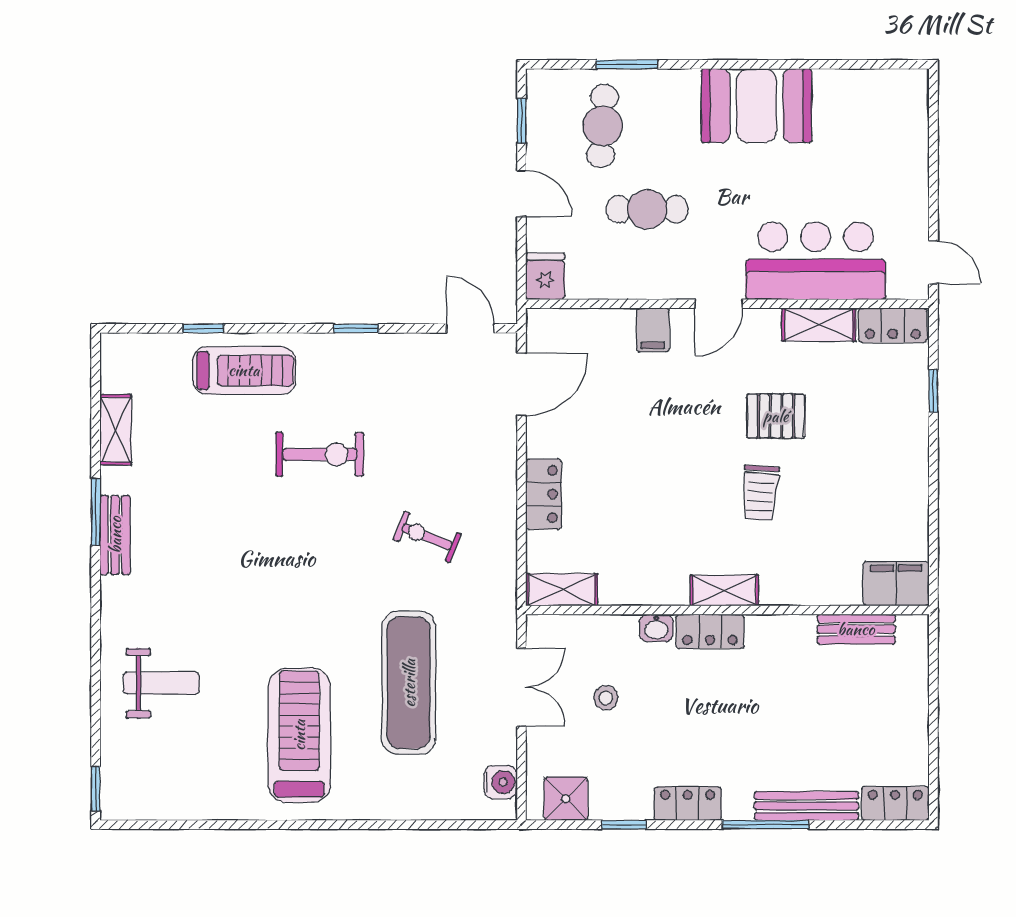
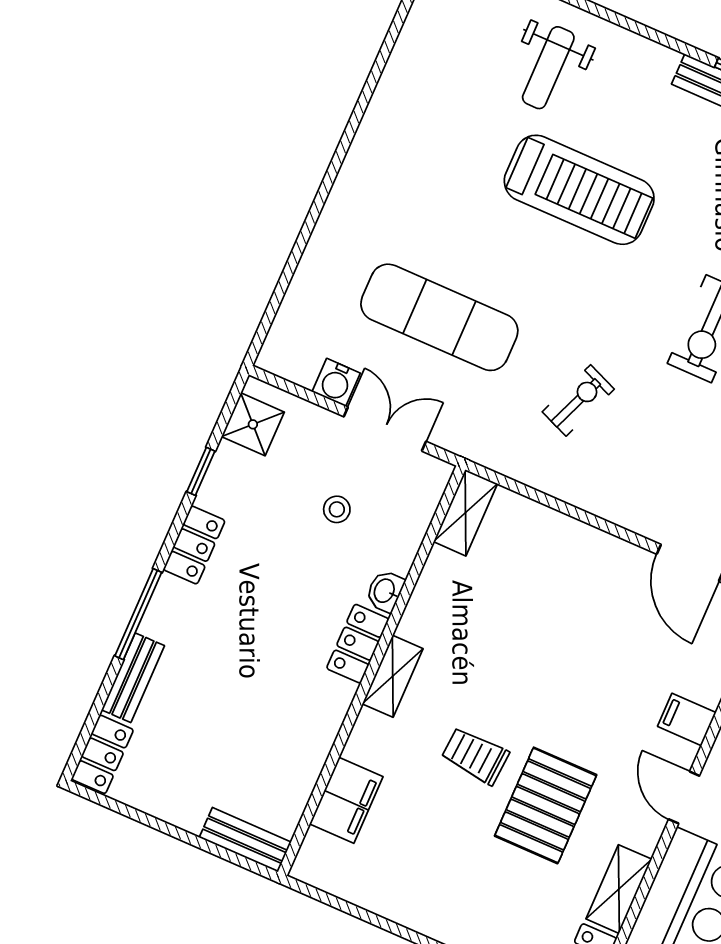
pallet: (776, 416) -> (546, 805), width x1.50, depth x1.42
locker: (544, 494) -> (570, 537), removed
filing cabinet: (896, 584) -> (346, 800), moved
bench: (856, 629) -> (245, 840), moved, turned 90
double door: (521, 687) -> (385, 429), swing flipped
treadmill: (299, 735) -> (579, 190), moved
water cooler: (501, 782) -> (336, 382), moved
bench: (806, 806) -> (133, 678), width x0.73

